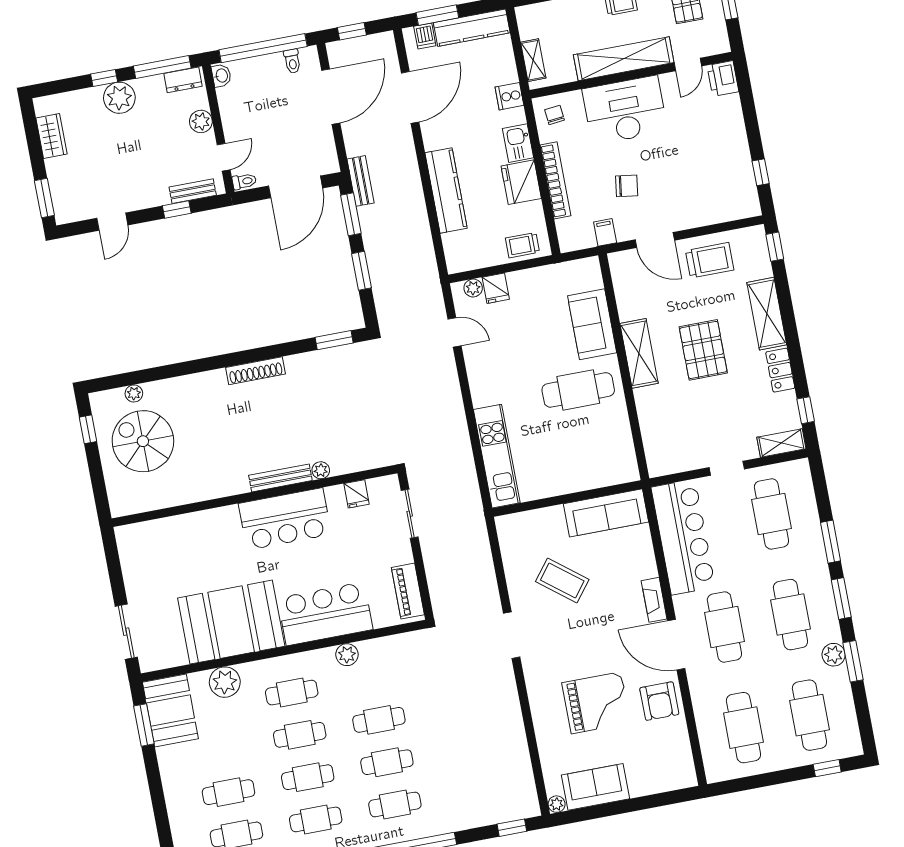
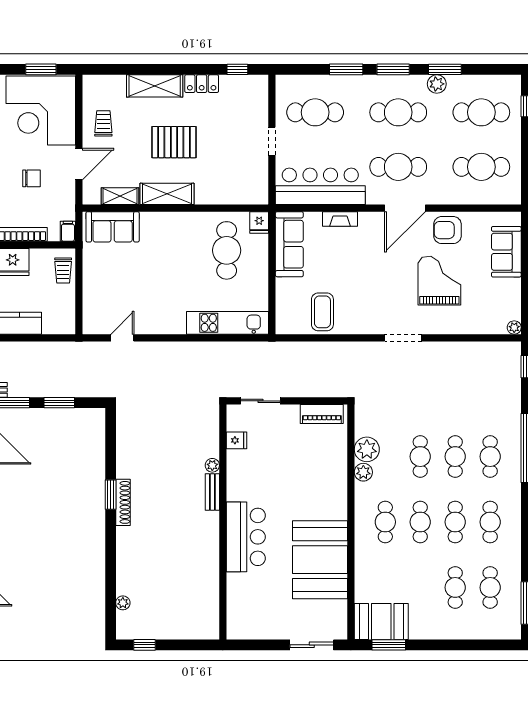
window: (761, 172) -> (41, 69), width x1.50
corner desk: (711, 182) -> (41, 110), added
chair: (627, 186) -> (31, 178), turned 82
filing cabinet: (605, 232) -> (68, 231), moved, turned 90
window: (775, 247) -> (102, 69), removed
trolley: (710, 260) -> (103, 123), width x0.73, depth x0.72
plant: (473, 288) -> (90, 316), removed
fridge: (496, 288) -> (259, 223), moved, turned 90
sofa: (592, 324) -> (113, 227), moved
window: (334, 340) -> (111, 495), moved
cafe table: (578, 390) -> (227, 250), moved
spiral stairs: (143, 441) -> (162, 603), removed
shelving: (781, 443) -> (120, 196), moved, turned 90
bench: (280, 478) -> (212, 492), width x0.73
bar counter: (285, 519) -> (246, 537), moved
coffee table: (562, 581) -> (322, 312), moved, turned -38
fireplace: (654, 600) -> (340, 219), moved
bar counter: (325, 614) -> (327, 483), removed
doorway: (512, 635) -> (403, 338), moved
plant: (225, 682) -> (367, 449), moved
armchair: (659, 701) -> (447, 230), turned 180
sofa: (595, 787) -> (506, 252), moved

